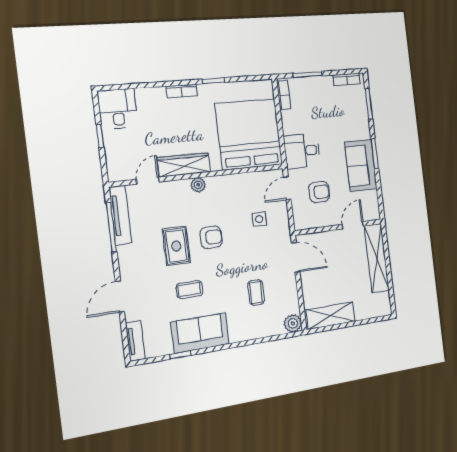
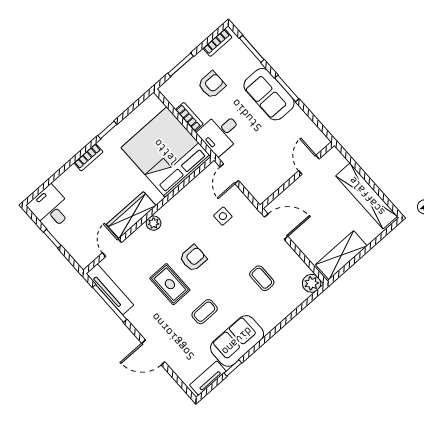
bookcase: (284, 95) -> (189, 117), moved
sofa: (361, 166) -> (269, 94), moved
armchair: (319, 192) -> (212, 85), moved
shelving: (377, 258) -> (367, 196), moved
door: (120, 297) -> (153, 353), hinge flipped
tv unit: (135, 341) -> (208, 378), moved, turned -90

